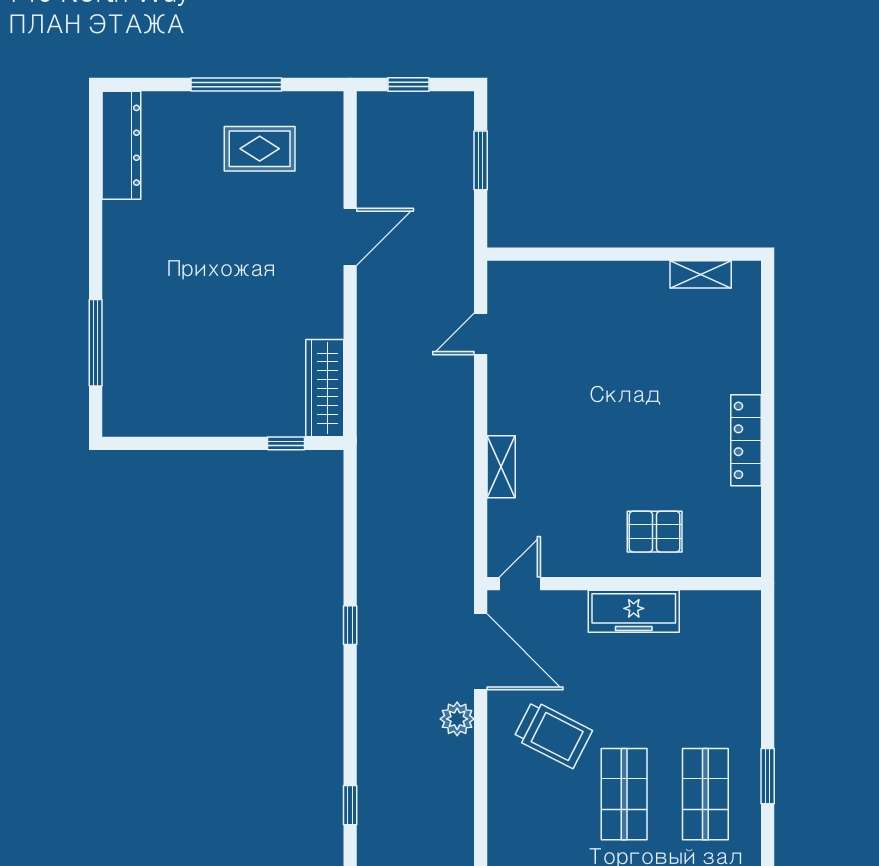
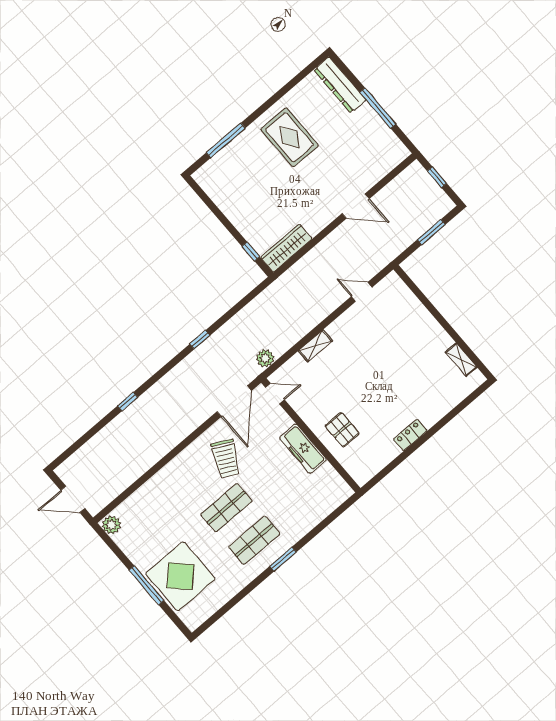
dresser: (121, 145) -> (340, 85), moved, turned 90
rug: (260, 149) -> (290, 137), moved, width x1.36, depth x1.43
locker: (746, 440) -> (410, 435), width x0.66
plant: (457, 719) -> (265, 358), moved

